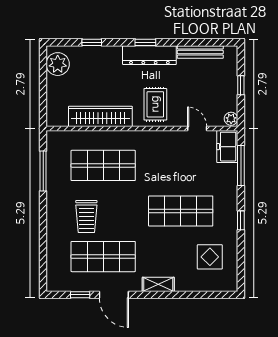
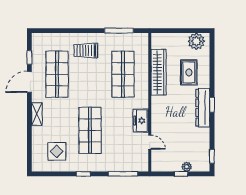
window: (92, 42) -> (212, 156), moved
bench: (200, 52) -> (205, 144), removed
rug: (155, 104) -> (189, 72), moved, turned 90
plant: (231, 119) -> (187, 167), moved
door: (197, 129) -> (150, 142), hinge flipped
freezer: (227, 147) -> (141, 121), moved, turned -90
trolley: (86, 216) -> (86, 50), moved

